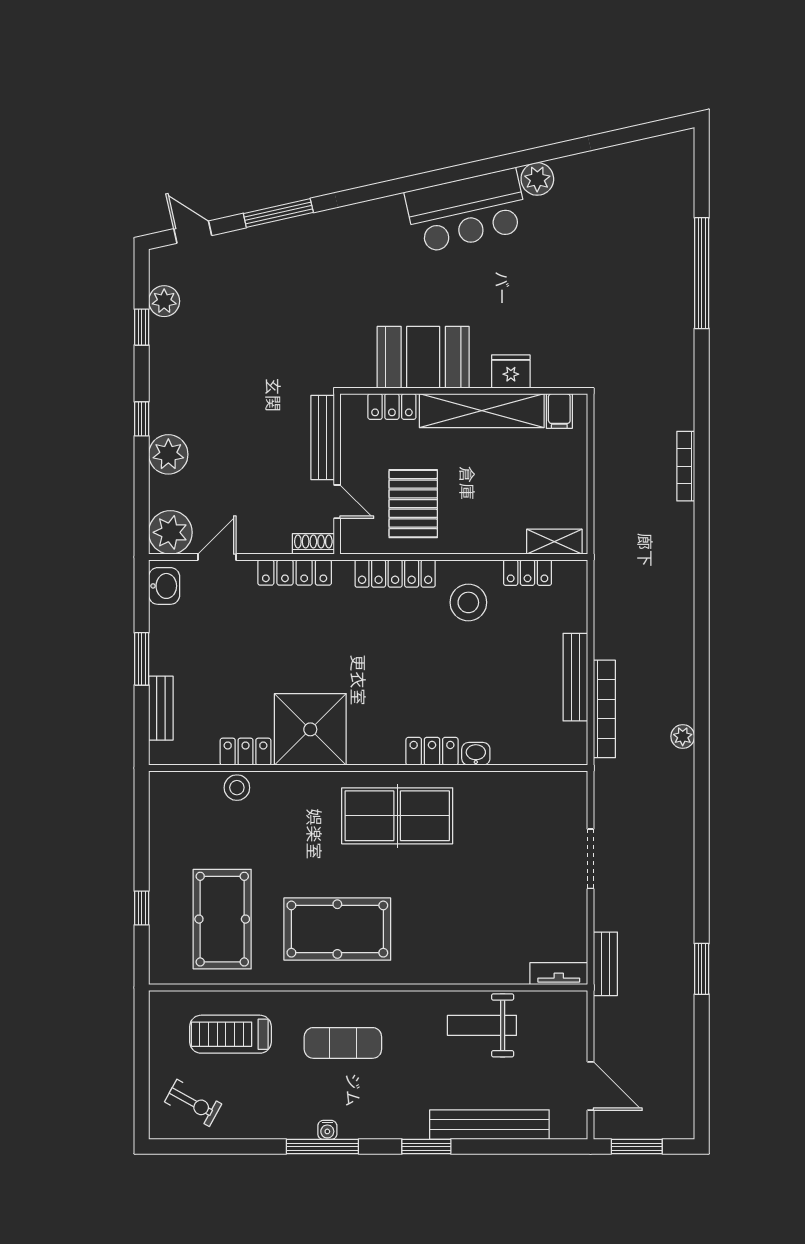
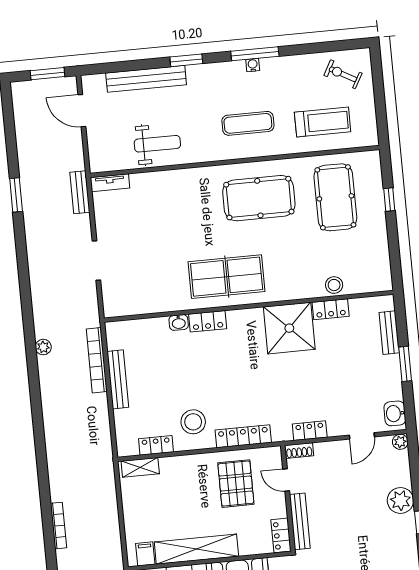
locker: (392, 407) -> (281, 535), moved, turned -90
plant: (170, 532) -> (400, 442), width x0.53, depth x0.53
locker: (295, 572) -> (310, 431), width x0.66

